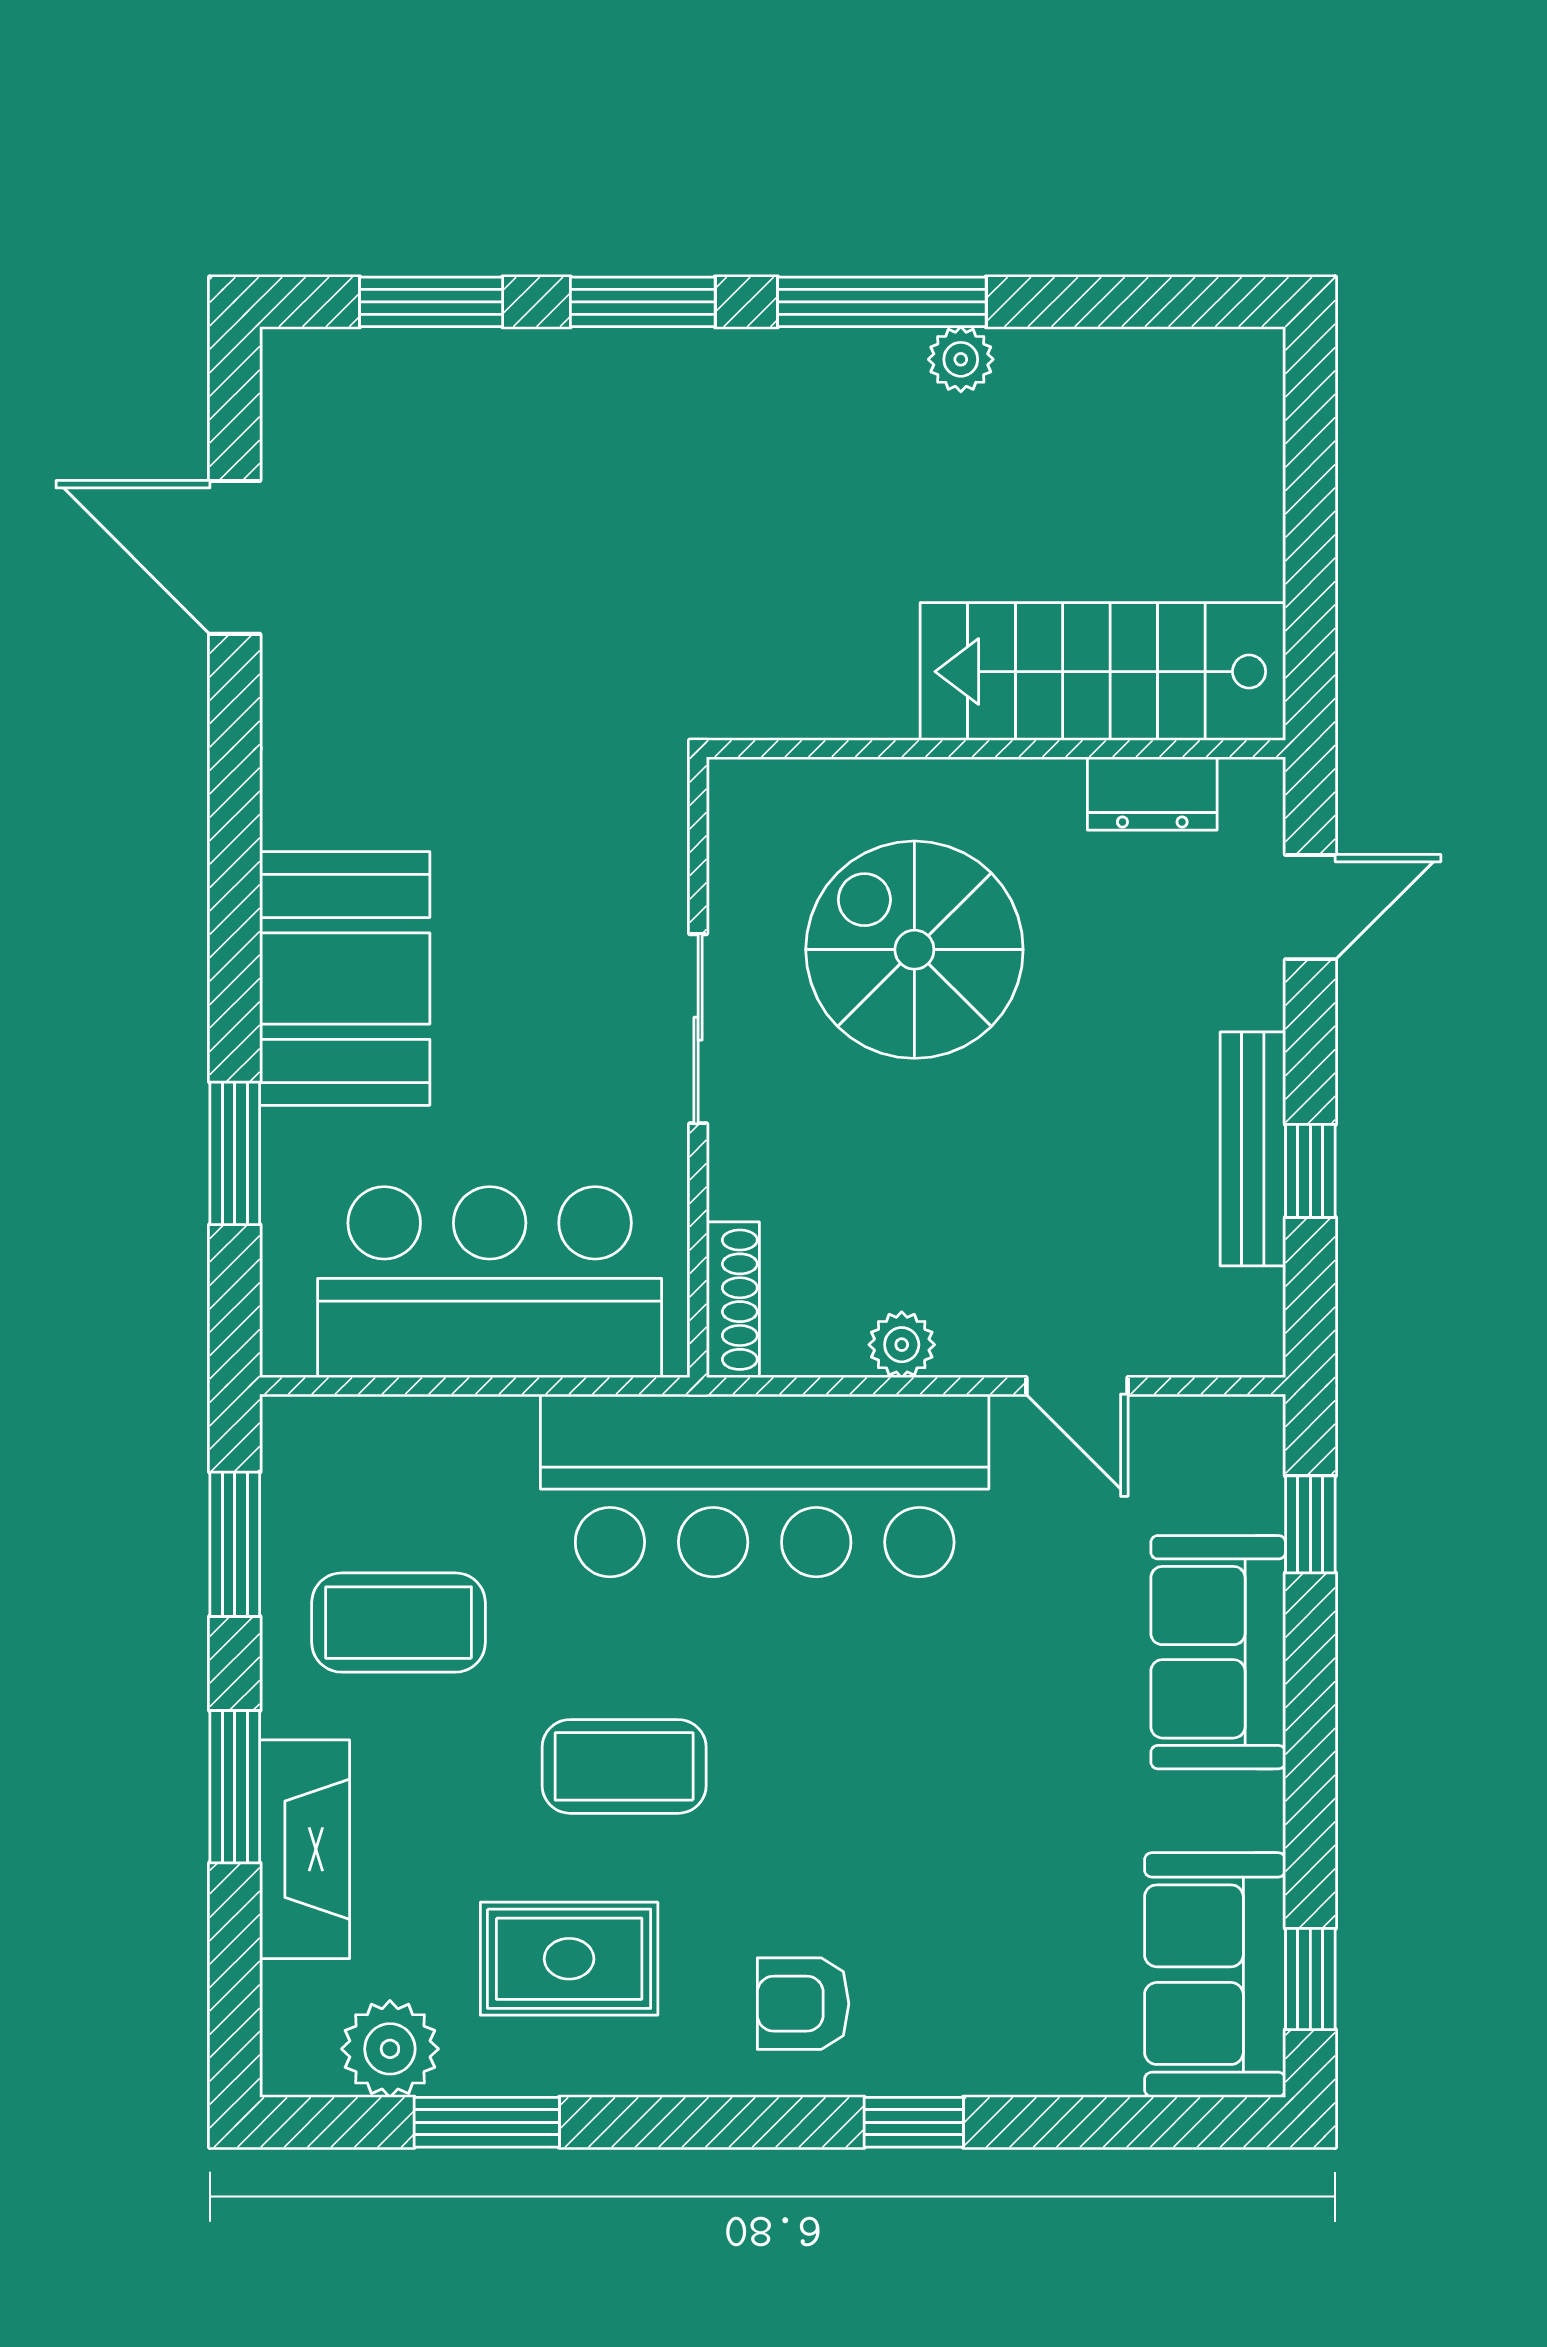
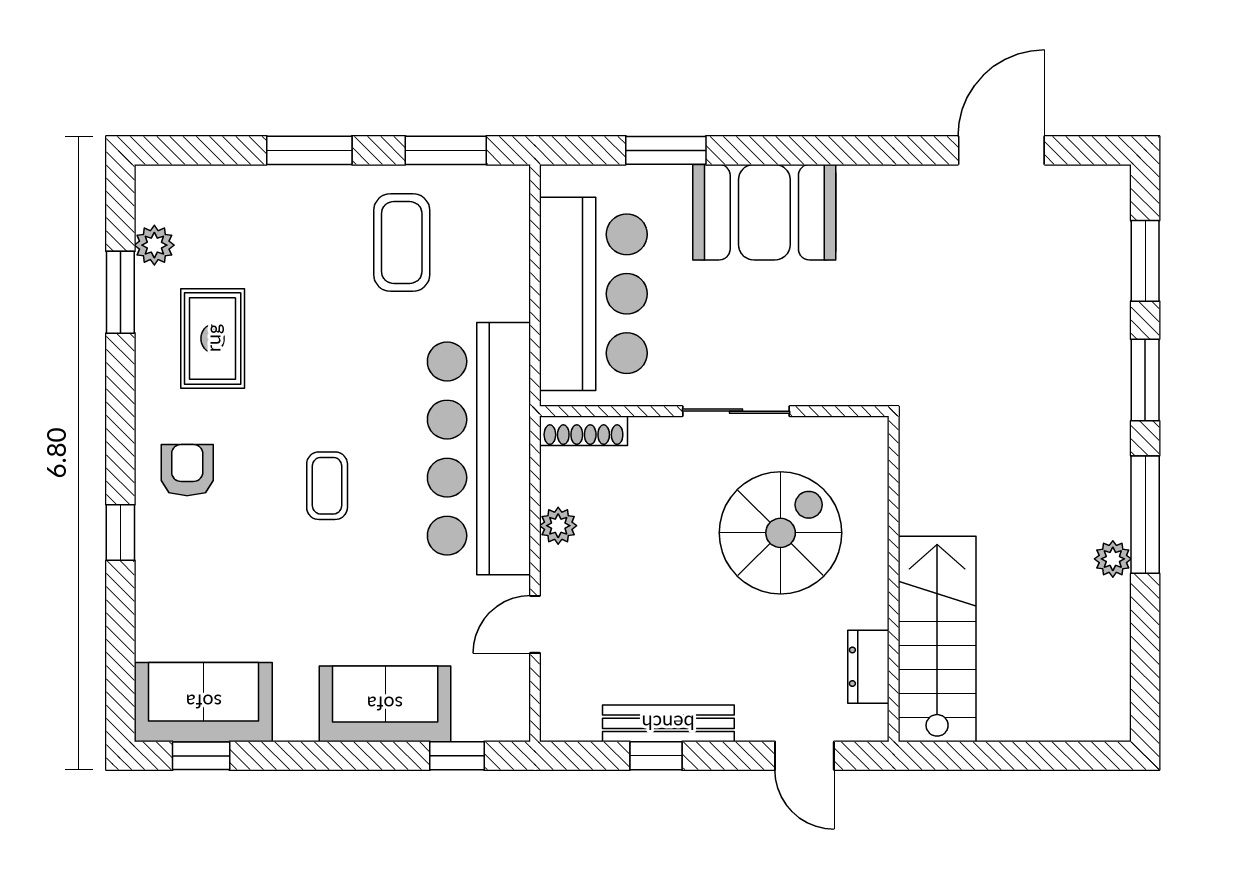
coffee table: (624, 1766) -> (327, 486), moved, width x0.73, depth x0.77
fireplace: (305, 1849) -> (274, 190), removed
plant: (390, 2049) -> (154, 245), width x0.73, depth x0.73

